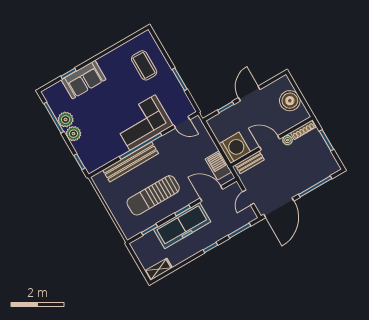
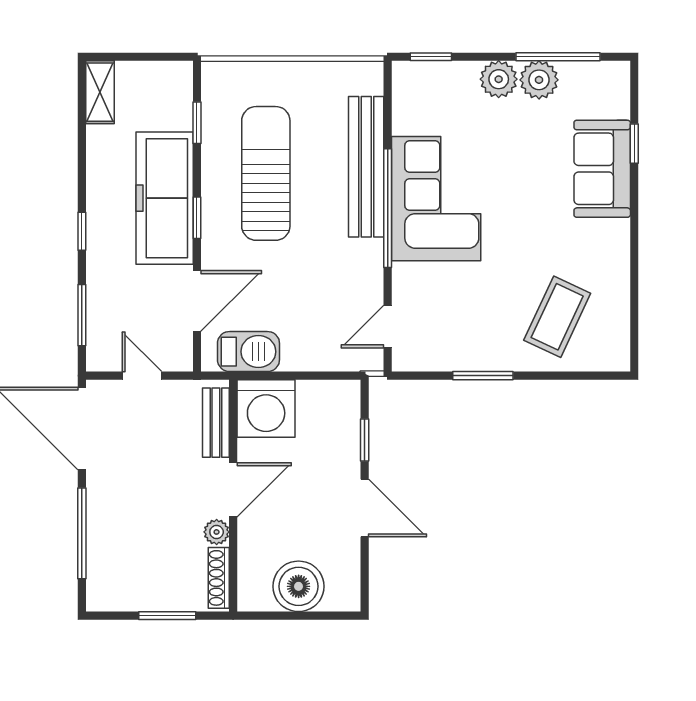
coffee table: (144, 65) -> (557, 317), turned -65
corner sofa: (143, 123) -> (436, 199), moved

